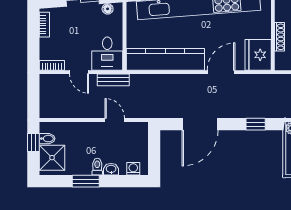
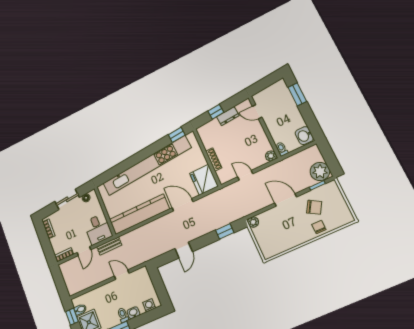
door: (79, 72) -> (84, 251), hinge flipped
door: (221, 72) -> (183, 205), hinge flipped
door: (200, 124) -> (184, 250), width x0.53

